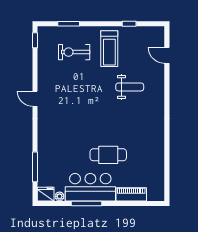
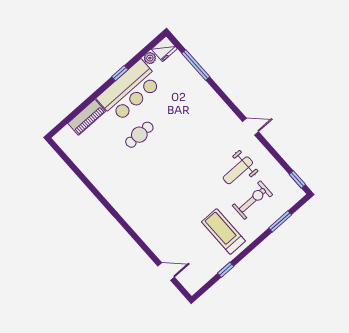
weight bench: (130, 87) -> (238, 170), moved
cafe table: (108, 155) -> (139, 135), width x0.73, depth x0.74
window: (86, 204) -> (120, 73), width x0.46

